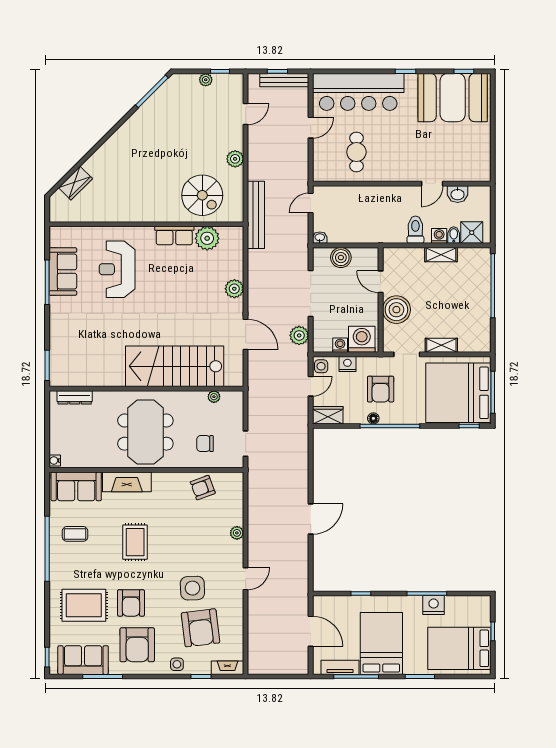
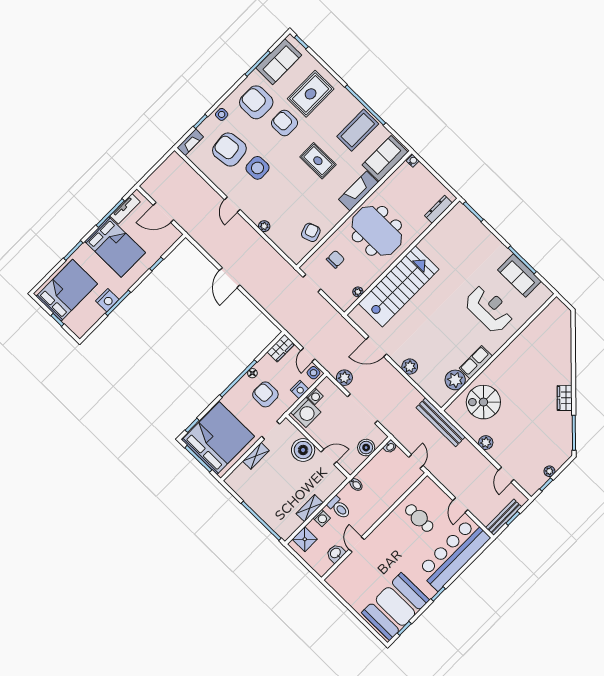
wardrobe: (75, 183) -> (565, 398), moved
bidet: (454, 235) -> (356, 484), moved
coffee table: (75, 534) -> (358, 130), width x1.86, depth x1.72

